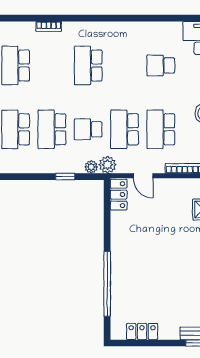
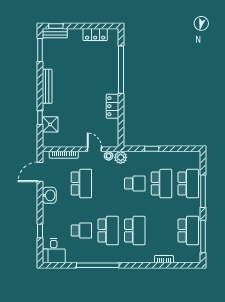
window: (139, 18) -> (98, 265), added
school desk: (124, 129) -> (108, 231), moved
plant: (91, 167) -> (109, 156), moved
locker: (119, 195) -> (112, 106), moved

